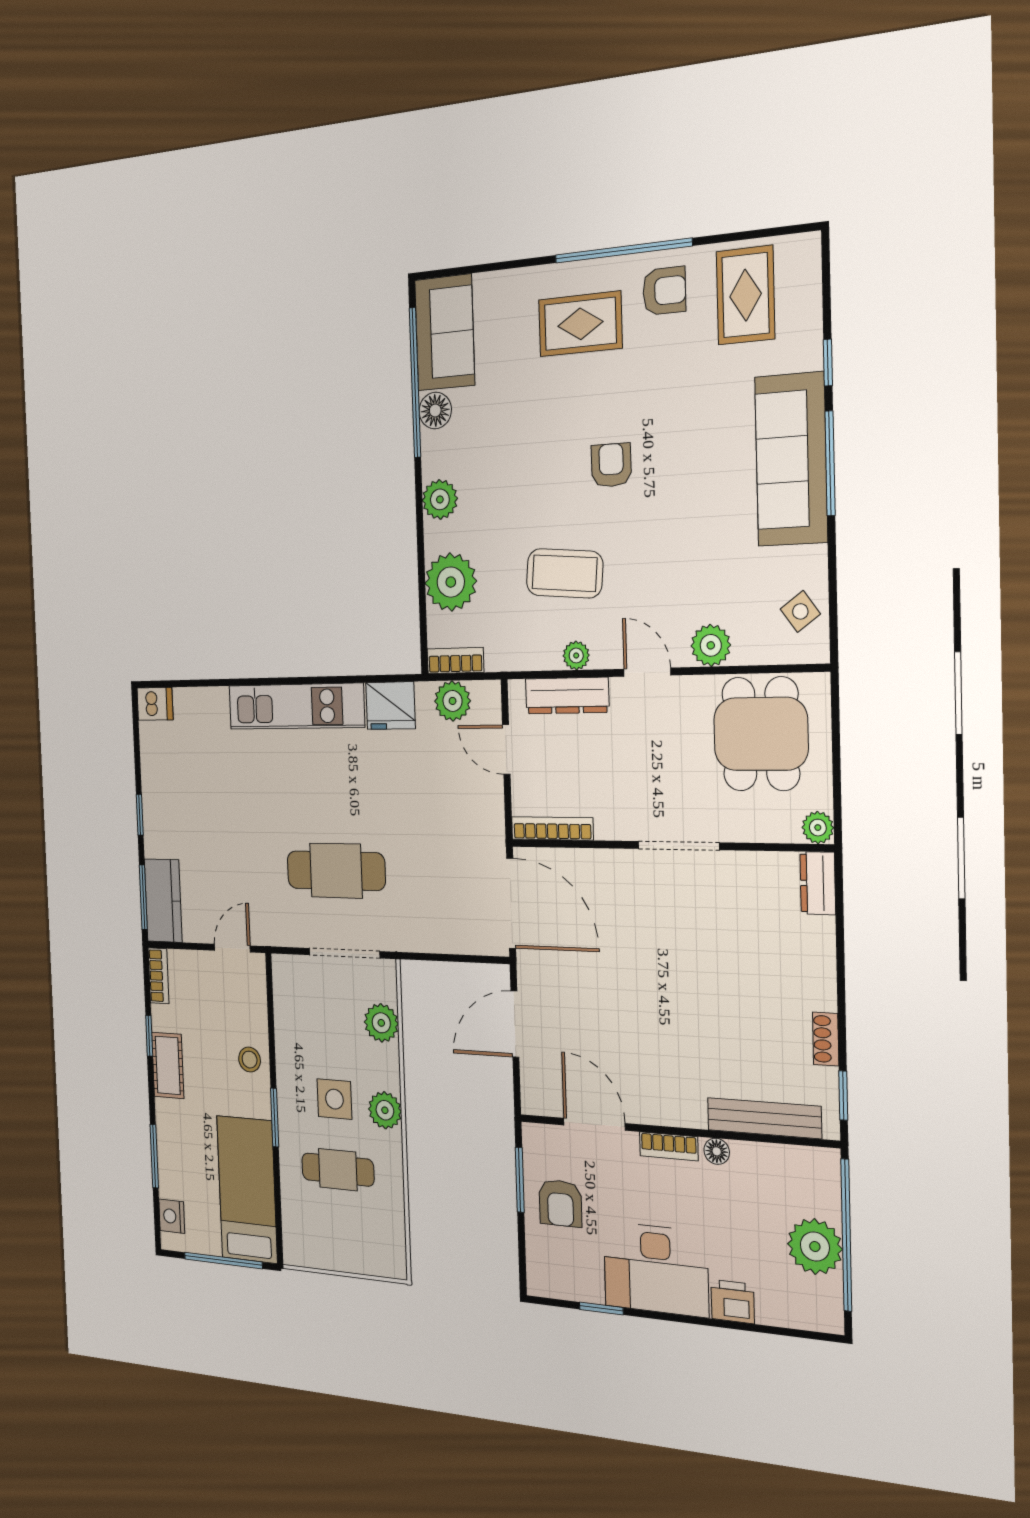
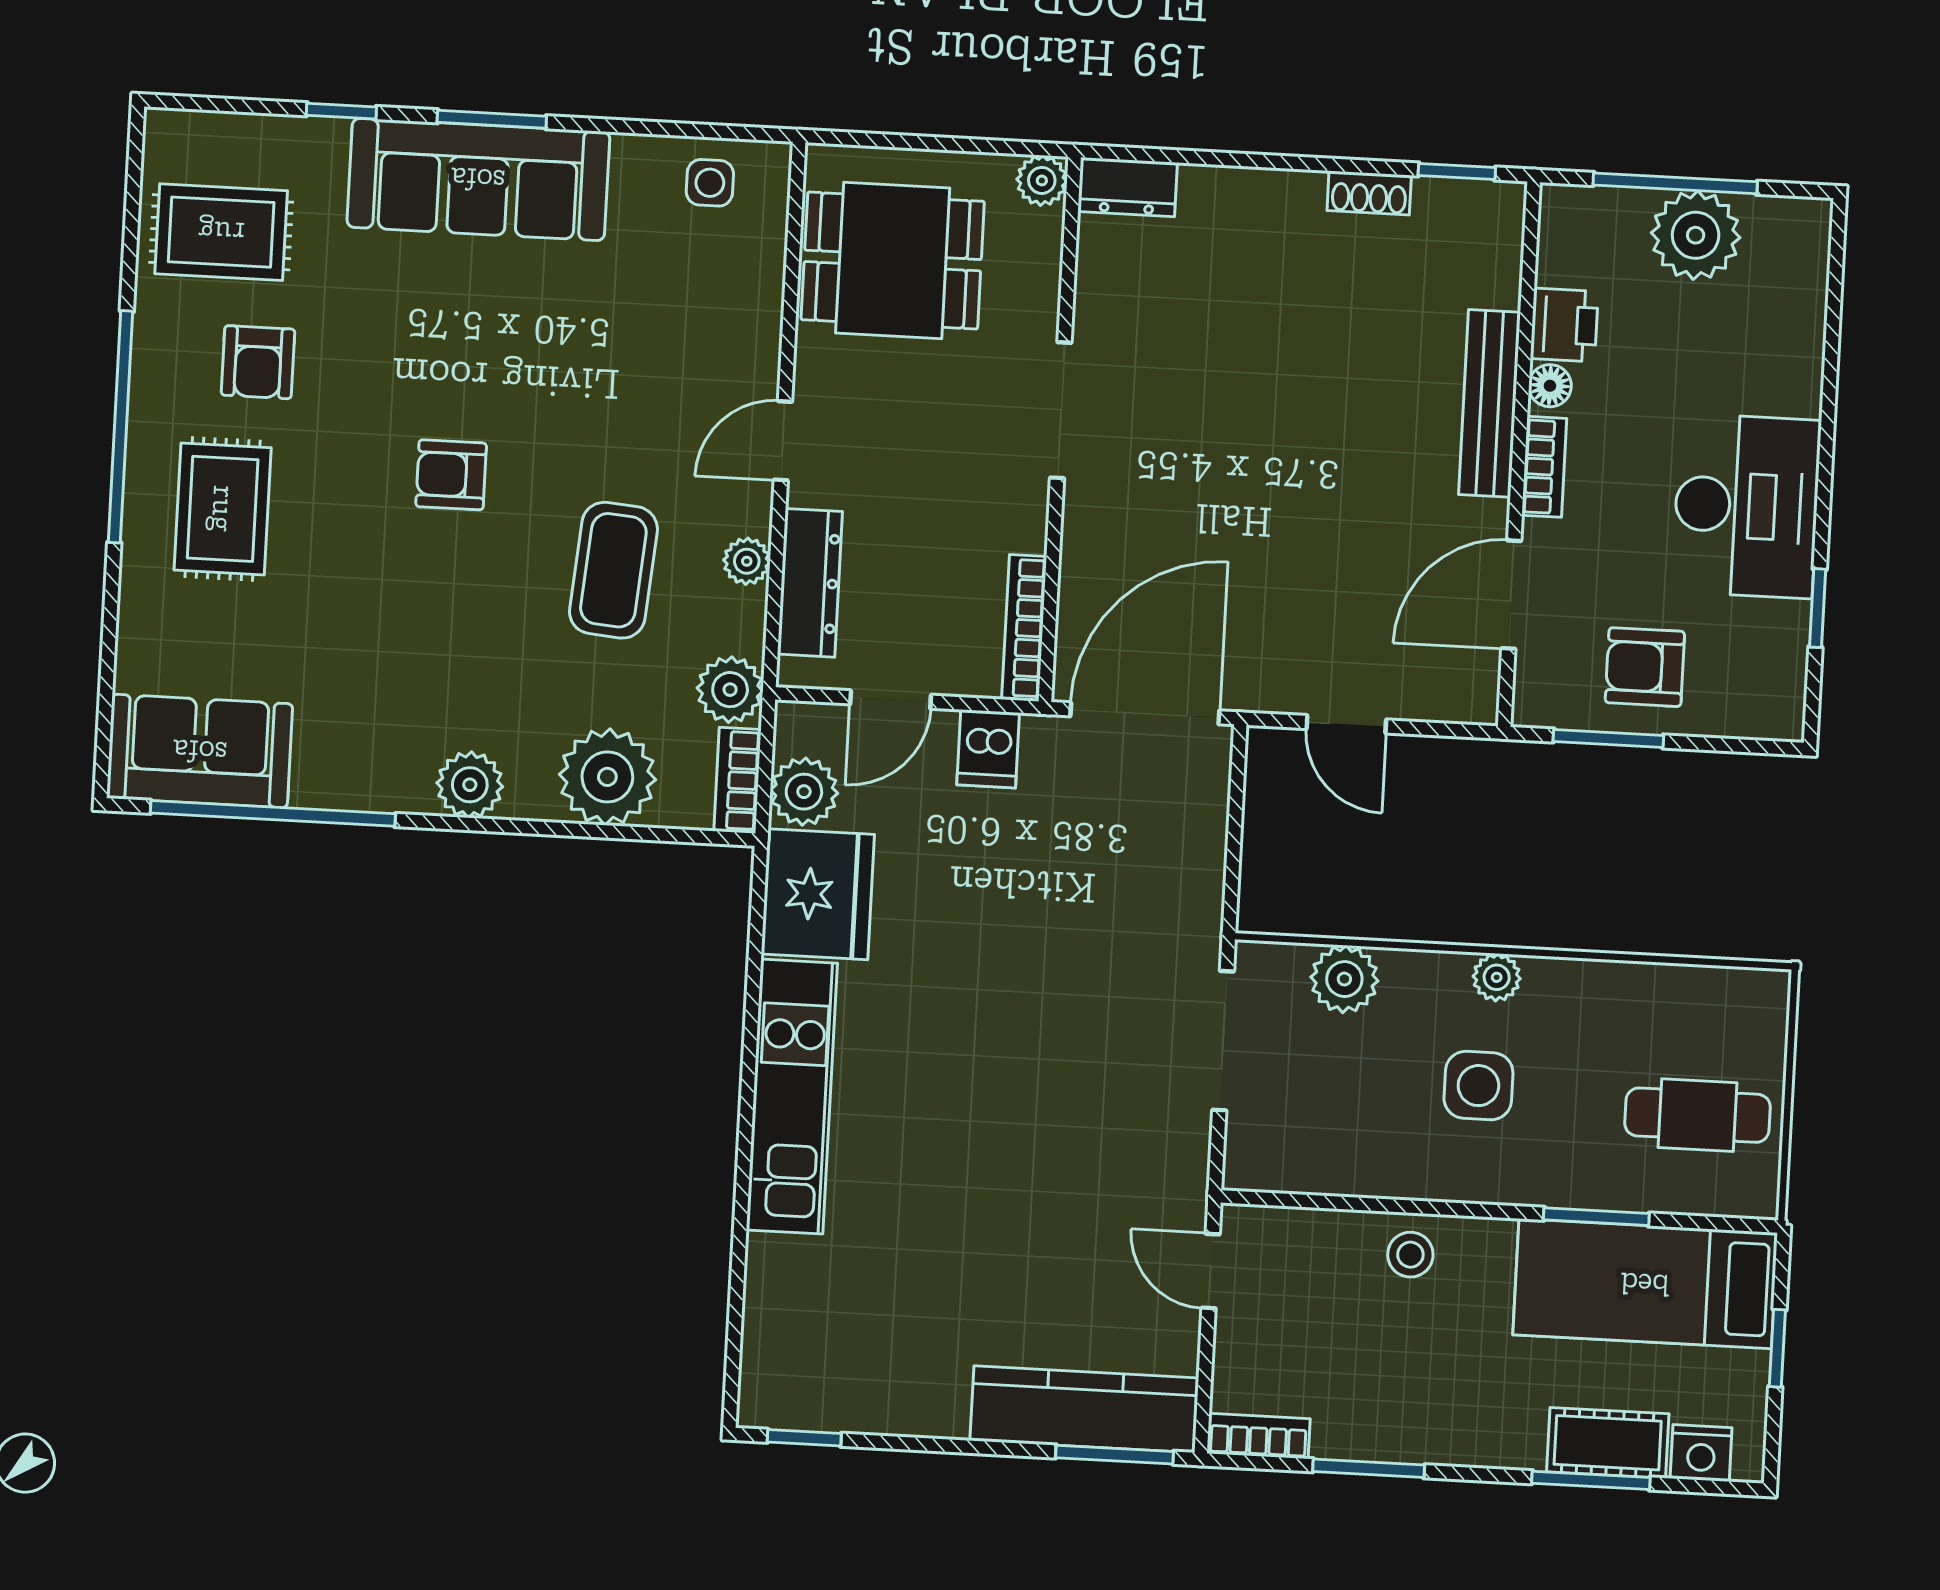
armchair: (664, 291) -> (258, 362), moved, turned 180
floor lamp: (435, 410) -> (324, 780), removed
window: (830, 463) -> (492, 119), width x0.69
side table: (800, 611) -> (710, 183), turned 36
plant: (711, 645) -> (730, 690), moved
dishwasher: (155, 704) -> (988, 749), moved, turned 180
fridge: (390, 706) -> (818, 894), width x1.36, depth x1.34
window: (140, 815) -> (804, 1438), moved
cafe table: (336, 871) -> (1080, 1044), removed
kitchen counter: (163, 901) -> (1084, 1409), width x1.50
door: (515, 1024) -> (1346, 724), width x0.73
window: (149, 1036) -> (1369, 1468), width x1.50
cot: (168, 1065) -> (1608, 1443), moved
plant: (385, 1110) -> (1497, 977), width x0.73, depth x0.73
window: (275, 1118) -> (1596, 1217), moved
bench: (764, 1118) -> (1489, 403), moved
cafe table: (338, 1170) -> (1698, 1115), moved, turned 90
armchair: (560, 1203) -> (1645, 667), turned 180
window: (846, 1235) -> (1675, 183), width x0.68
window: (223, 1260) -> (1777, 1348), width x0.46
printer: (733, 1302) -> (1564, 325), moved, turned 180

